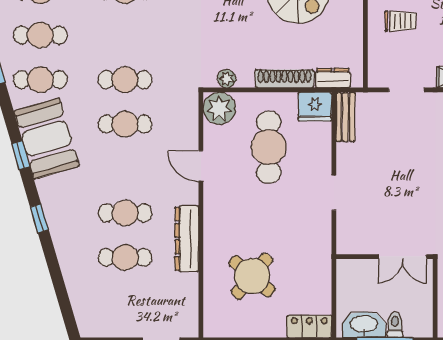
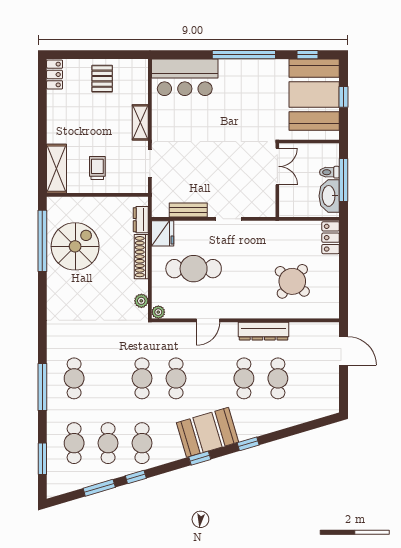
plant: (219, 108) -> (158, 312), width x0.53, depth x0.53
bench: (345, 117) -> (188, 210), moved
booth: (47, 138) -> (208, 432), moved

